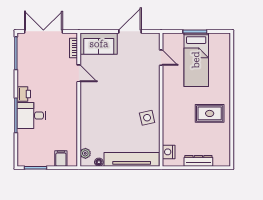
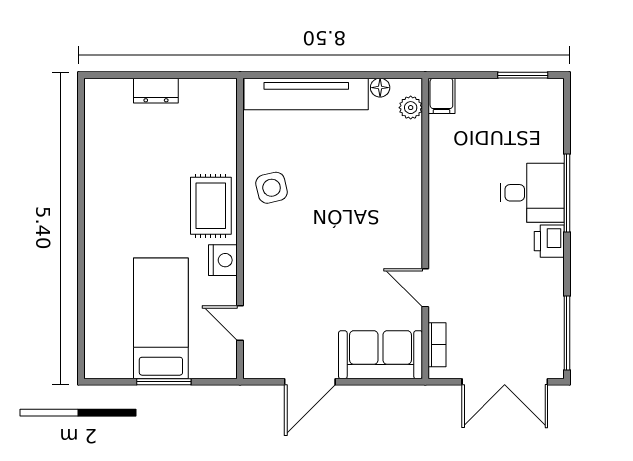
rug: (210, 113) -> (211, 206), moved, turned 90
nightstand: (169, 152) -> (223, 260), moved
filing cabinet: (61, 159) -> (441, 96), moved
dresser: (198, 161) -> (156, 91), width x0.70

